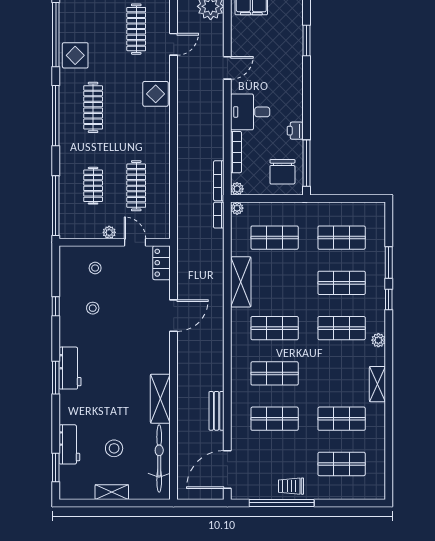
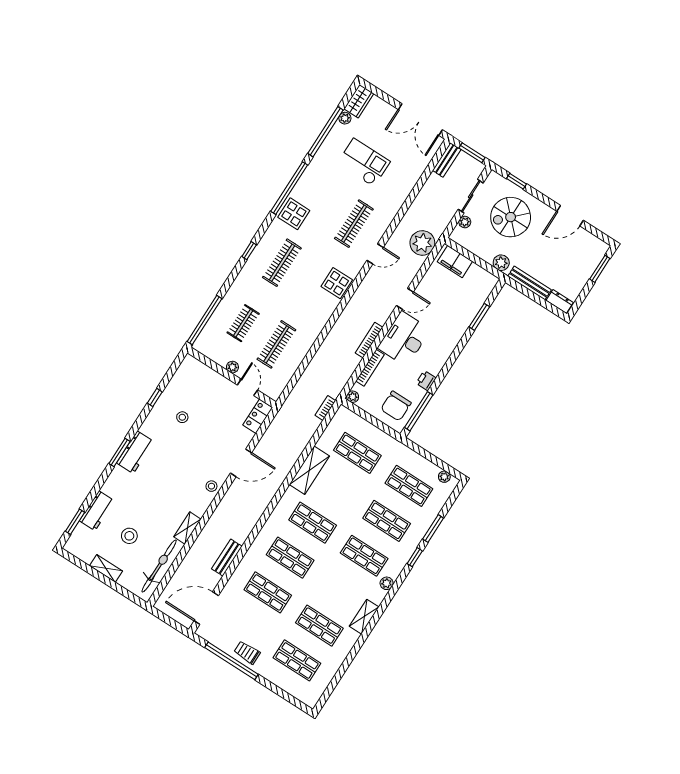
desk: (250, 112) -> (404, 339), width x1.37
window: (56, 116) -> (249, 251), width x0.32
bookcase: (219, 181) -> (369, 340), moved
plant: (237, 208) -> (444, 477), moved
stool: (95, 268) -> (211, 486), moved
shelving: (160, 399) -> (187, 528), width x0.67, depth x0.75

